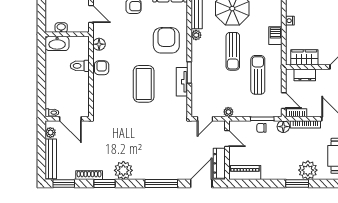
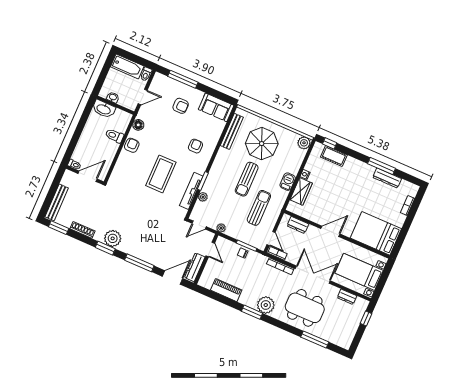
door: (91, 14) -> (143, 97), hinge flipped
plant: (196, 35) -> (203, 197), moved
armchair: (166, 40) -> (195, 146), width x0.53, depth x0.53
wardrobe: (304, 57) -> (301, 191), moved, turned 90
tv unit: (182, 82) -> (191, 191), width x1.41
door: (70, 119) -> (88, 176), swing flipped
floor lamp: (283, 127) -> (261, 260), removed
plant: (50, 133) -> (66, 181), removed
piano: (245, 173) -> (226, 290), moved
window: (105, 183) -> (105, 248), moved

